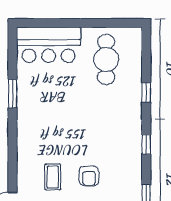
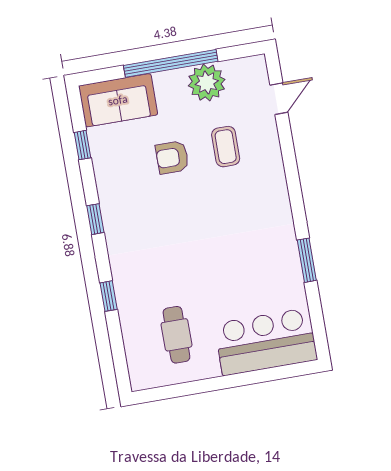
cafe table: (106, 59) -> (176, 335), width x0.73, depth x0.74
armchair: (89, 176) -> (172, 157), turned -90

